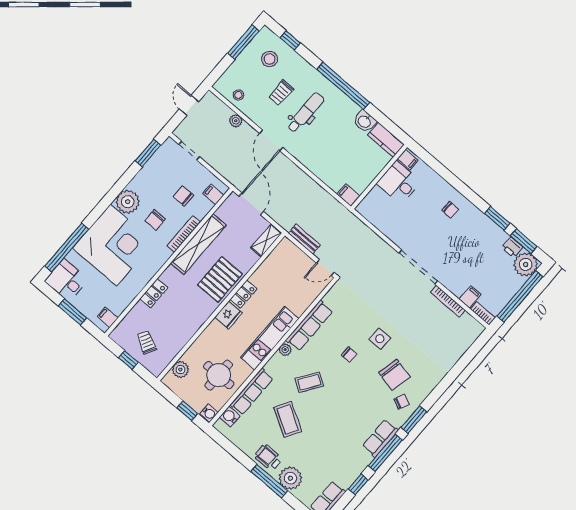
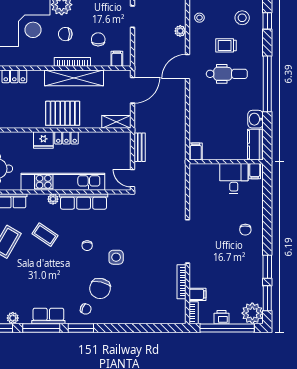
printer: (512, 247) -> (221, 317), moved, turned 90
kitchen unit: (270, 338) -> (63, 182), width x1.36
plant: (356, 470) -> (13, 318), added

